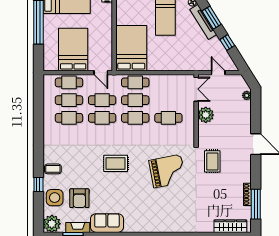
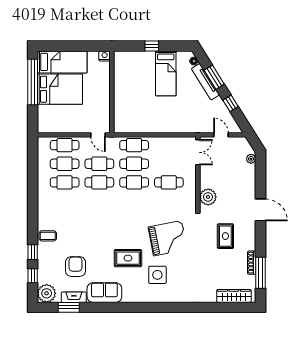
bed: (131, 48) -> (130, 109), removed
bed: (73, 49) -> (60, 89), moved, turned 90
plant: (206, 115) -> (208, 197), moved
rug: (212, 161) -> (225, 236), moved
rug: (116, 163) -> (128, 258), moved
side table: (55, 198) -> (157, 275), moved
armchair: (79, 198) -> (75, 267), turned 180
window: (38, 207) -> (33, 276), added

